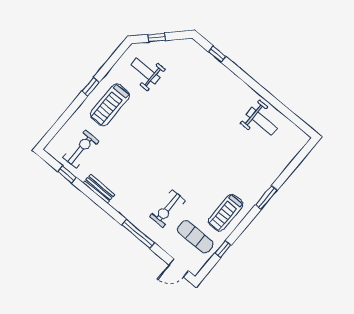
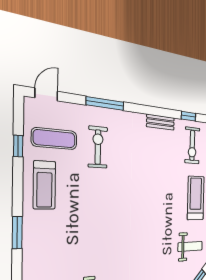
treadmill: (226, 213) -> (44, 185), turned 180

